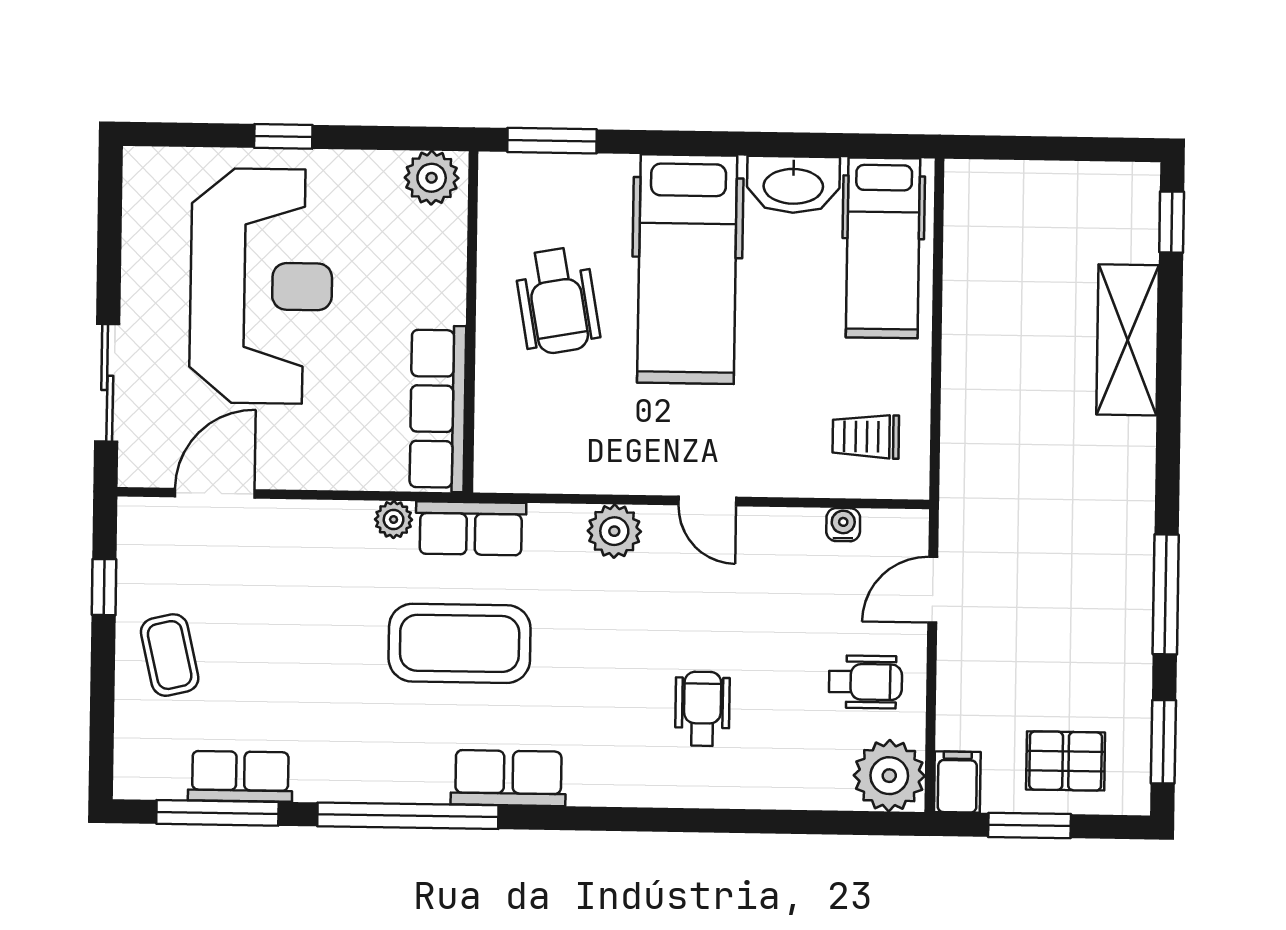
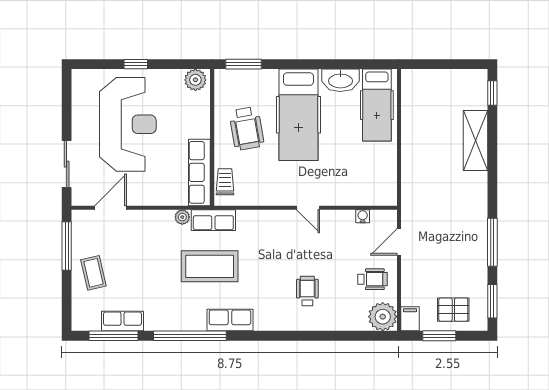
trolley: (866, 437) -> (225, 182), moved, turned 90
plant: (614, 531) -> (271, 220), removed
window: (104, 587) -> (67, 246), width x2.17

